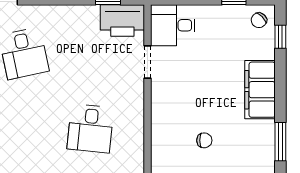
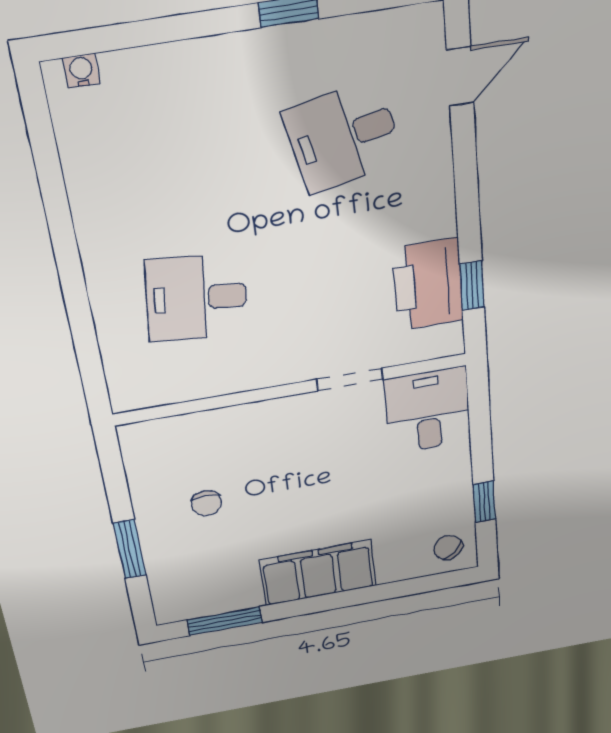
printer: (122, 21) -> (428, 284), moved
window: (280, 37) -> (420, 585), removed

